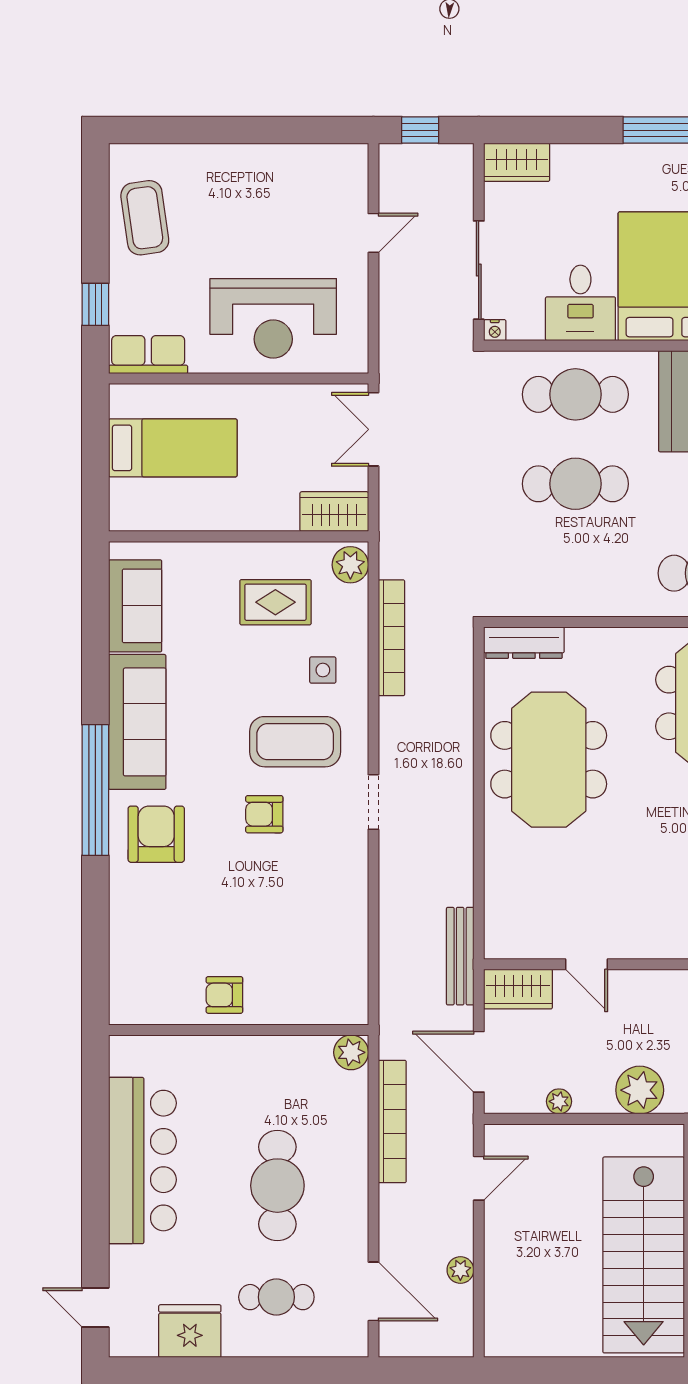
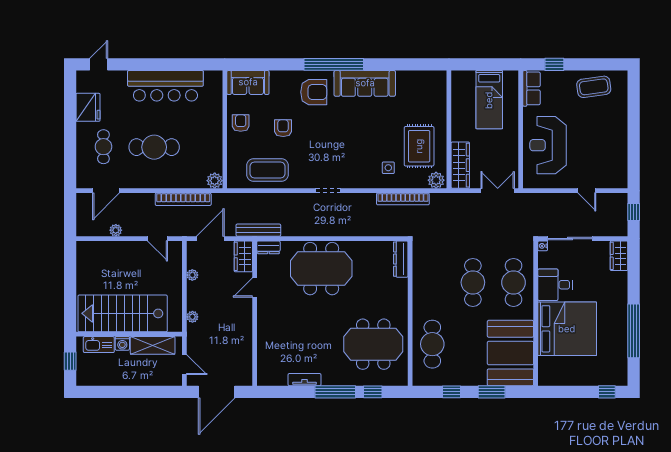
wardrobe: (334, 512) -> (460, 165), width x1.50
rug: (275, 602) -> (419, 146), width x1.36, depth x1.43
sofa: (135, 606) -> (248, 82), moved
coffee table: (295, 742) -> (267, 170), moved, turned 90
meeting table: (549, 760) -> (321, 269), moved
armchair: (264, 814) -> (283, 128), moved
dresser: (498, 934) -> (268, 247), added
plant: (640, 1090) -> (192, 317), width x0.53, depth x0.53

